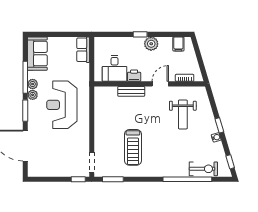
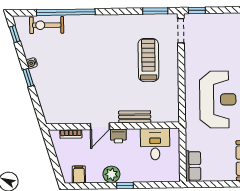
printer: (134, 76) -> (118, 136), moved
weight bench: (183, 114) -> (72, 90), removed
treadmill: (133, 147) -> (148, 60), moved

